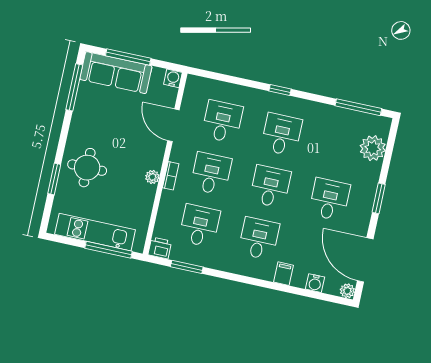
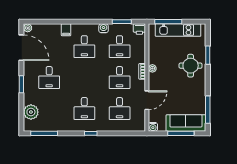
door: (173, 125) -> (147, 100), hinge flipped
desk: (270, 186) -> (84, 78), removed
water cooler: (315, 283) -> (104, 28), moved

